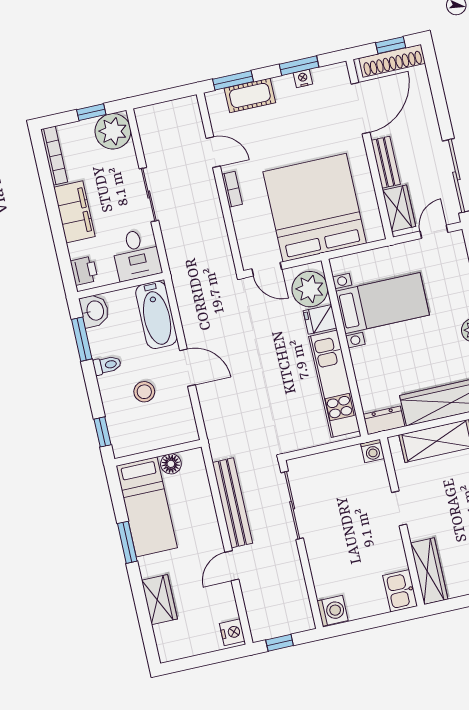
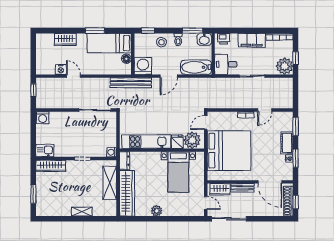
cot: (250, 95) -> (287, 143), moved
stool: (144, 392) -> (161, 42), moved
washing machine: (178, 426) -> (143, 66), added
bench: (232, 503) -> (131, 83), moved
nightstand: (232, 632) -> (61, 70), moved

